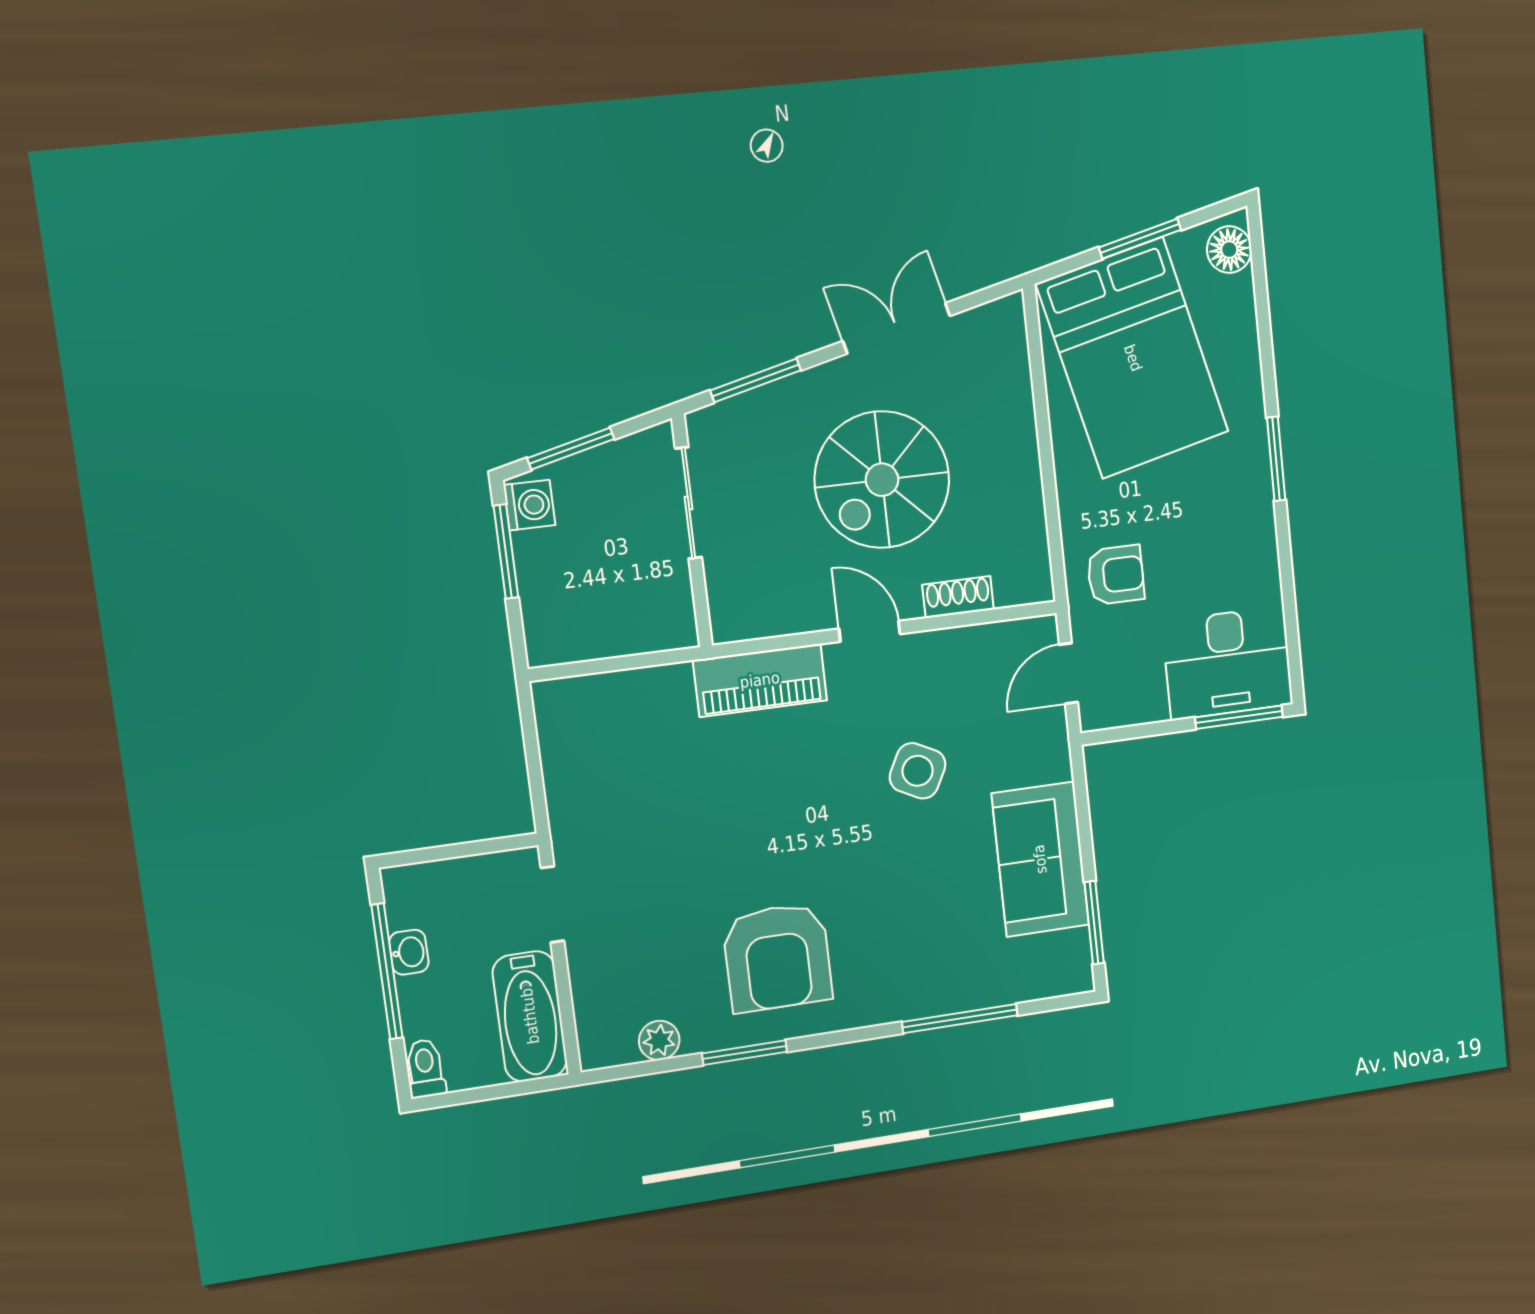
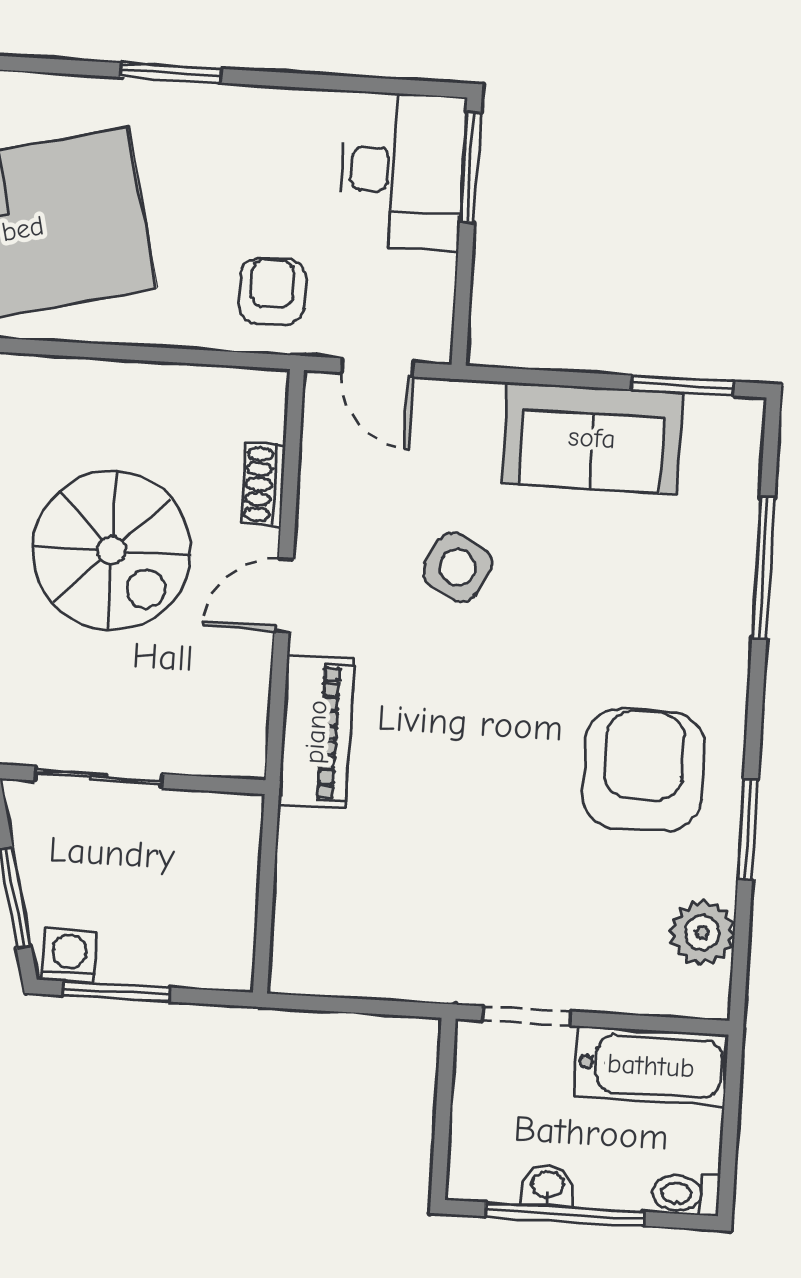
armchair: (777, 957) -> (643, 770), turned -90
plant: (659, 1040) -> (702, 933), width x1.38, depth x1.38

